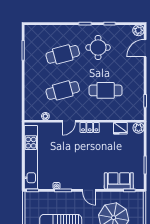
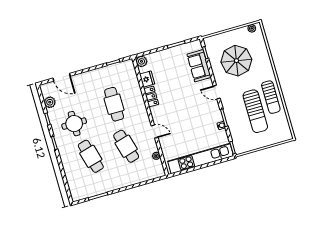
plant: (138, 30) -> (50, 102), moved
locker: (90, 128) -> (151, 97), moved
door: (89, 190) -> (217, 92), swing flipped

